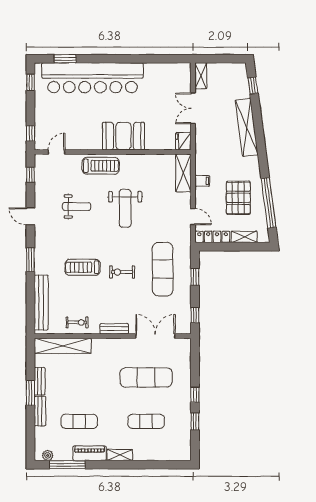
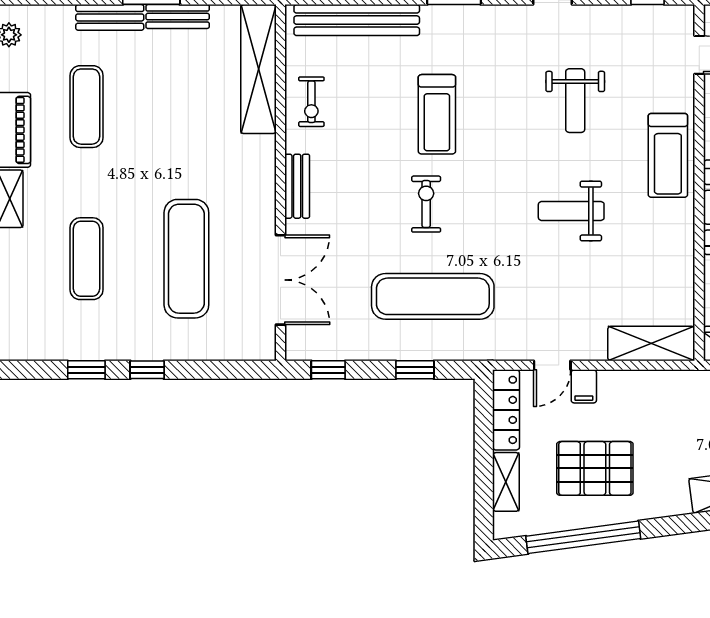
filing cabinet: (202, 181) -> (584, 386), moved
weight bench: (125, 208) -> (571, 211), width x0.73, depth x0.75
treadmill: (83, 267) -> (437, 114), turned 180

